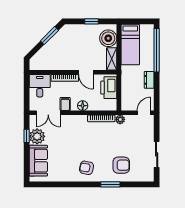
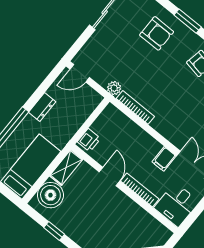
printer: (109, 88) -> (89, 140), width x0.53, depth x0.68
floor lamp: (83, 106) -> (145, 140), removed
armchair: (121, 165) -> (157, 33), turned 180

